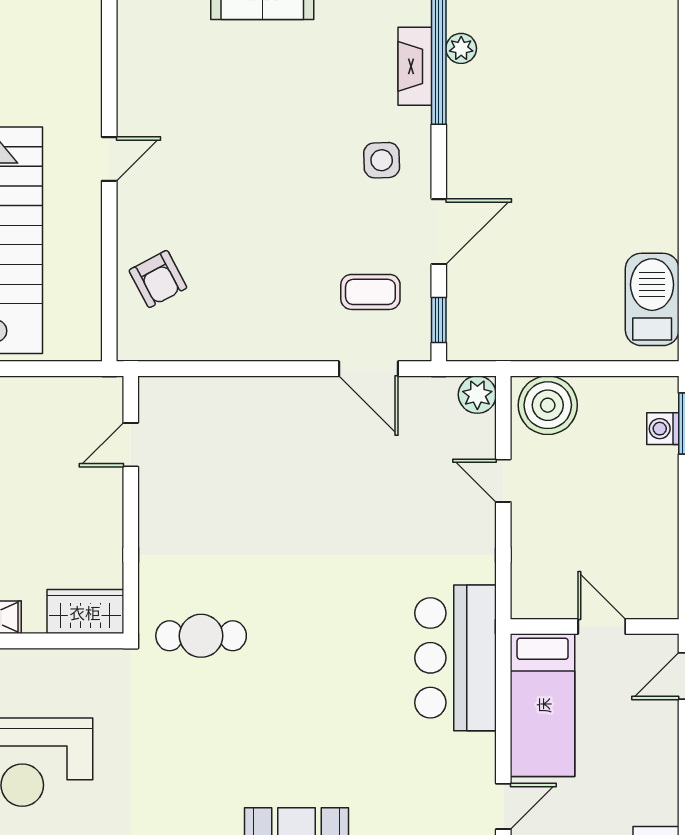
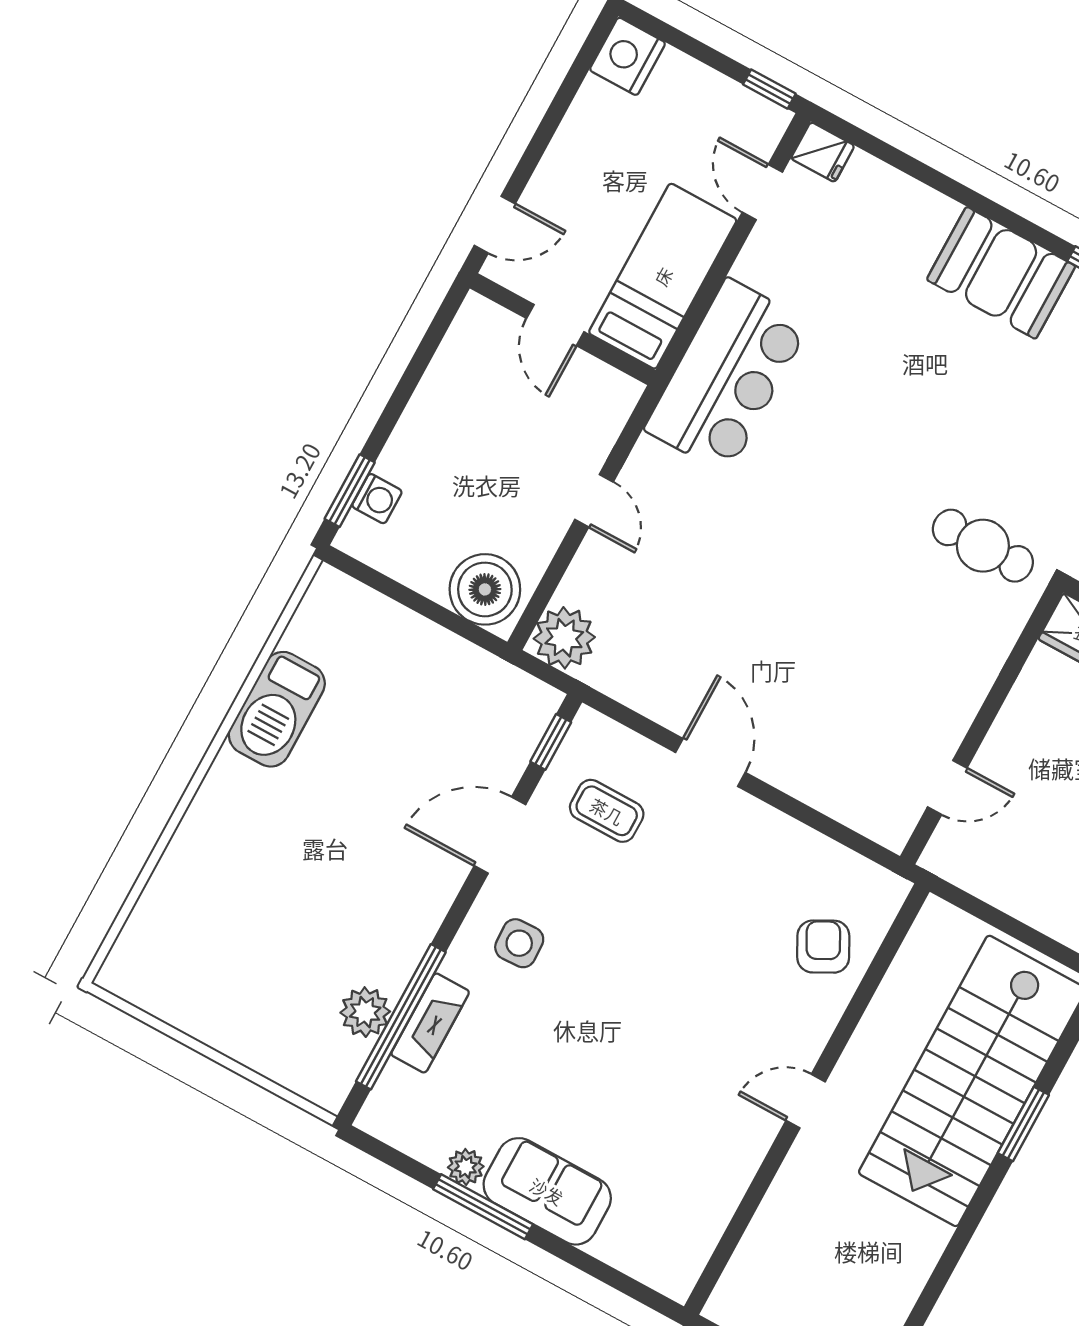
plant: (461, 48) -> (365, 1012), width x1.38, depth x1.38
barbecue: (652, 299) -> (277, 709), moved
door: (368, 369) -> (710, 762), moved
plant: (477, 395) -> (564, 638), width x1.36, depth x1.36
door: (503, 481) -> (594, 501), moved
door: (503, 806) -> (762, 192), hinge flipped

